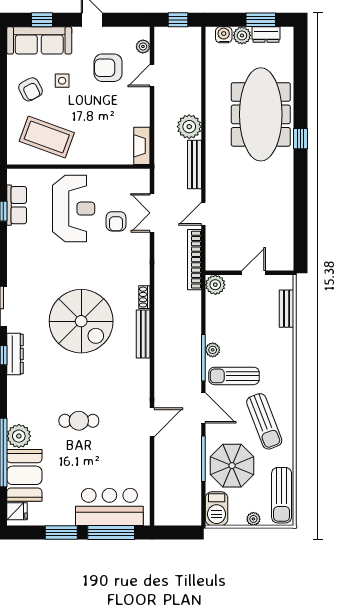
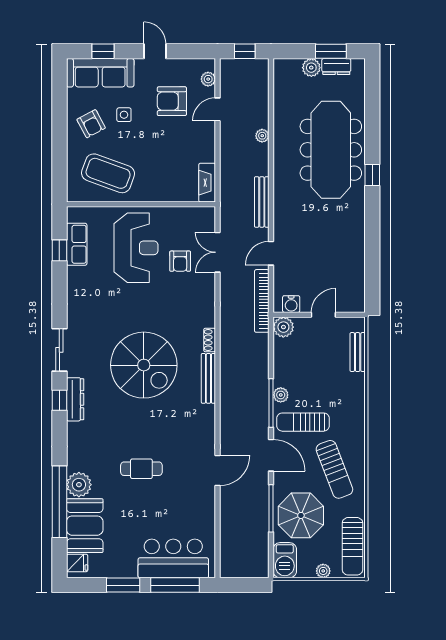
water cooler: (224, 35) -> (291, 304), moved, turned 180
plant: (189, 127) -> (262, 136), moved, width x0.53, depth x0.53

